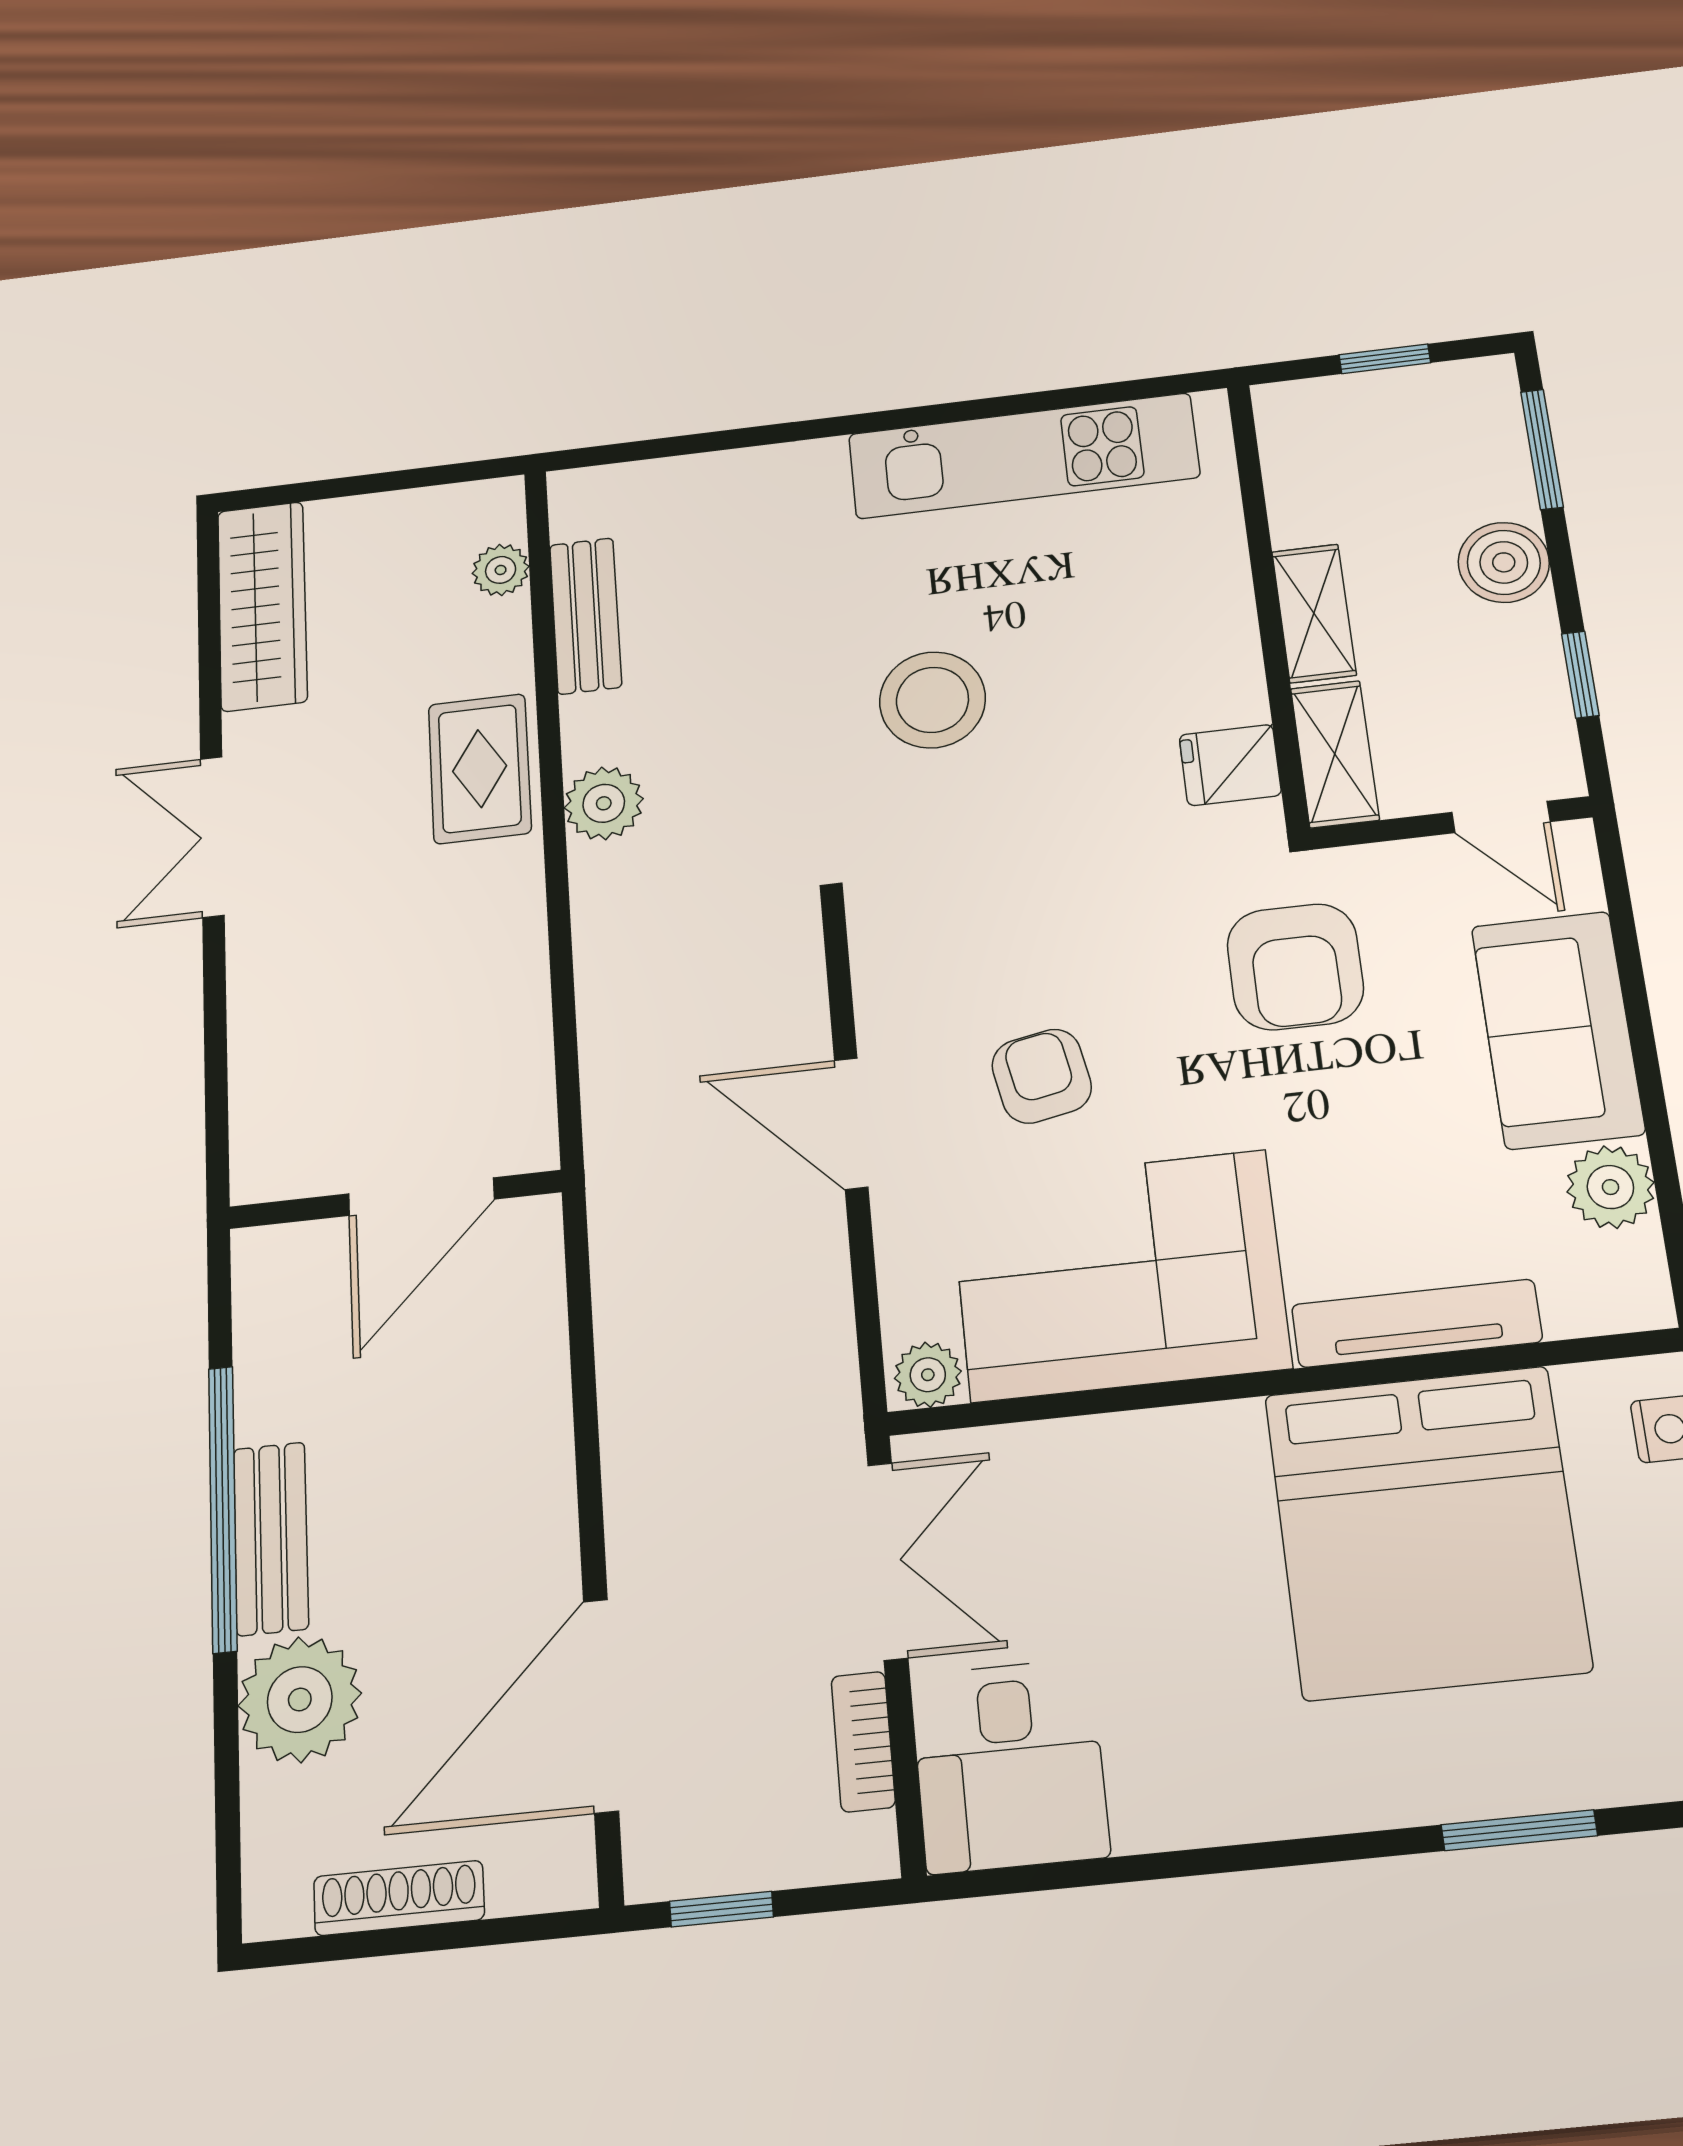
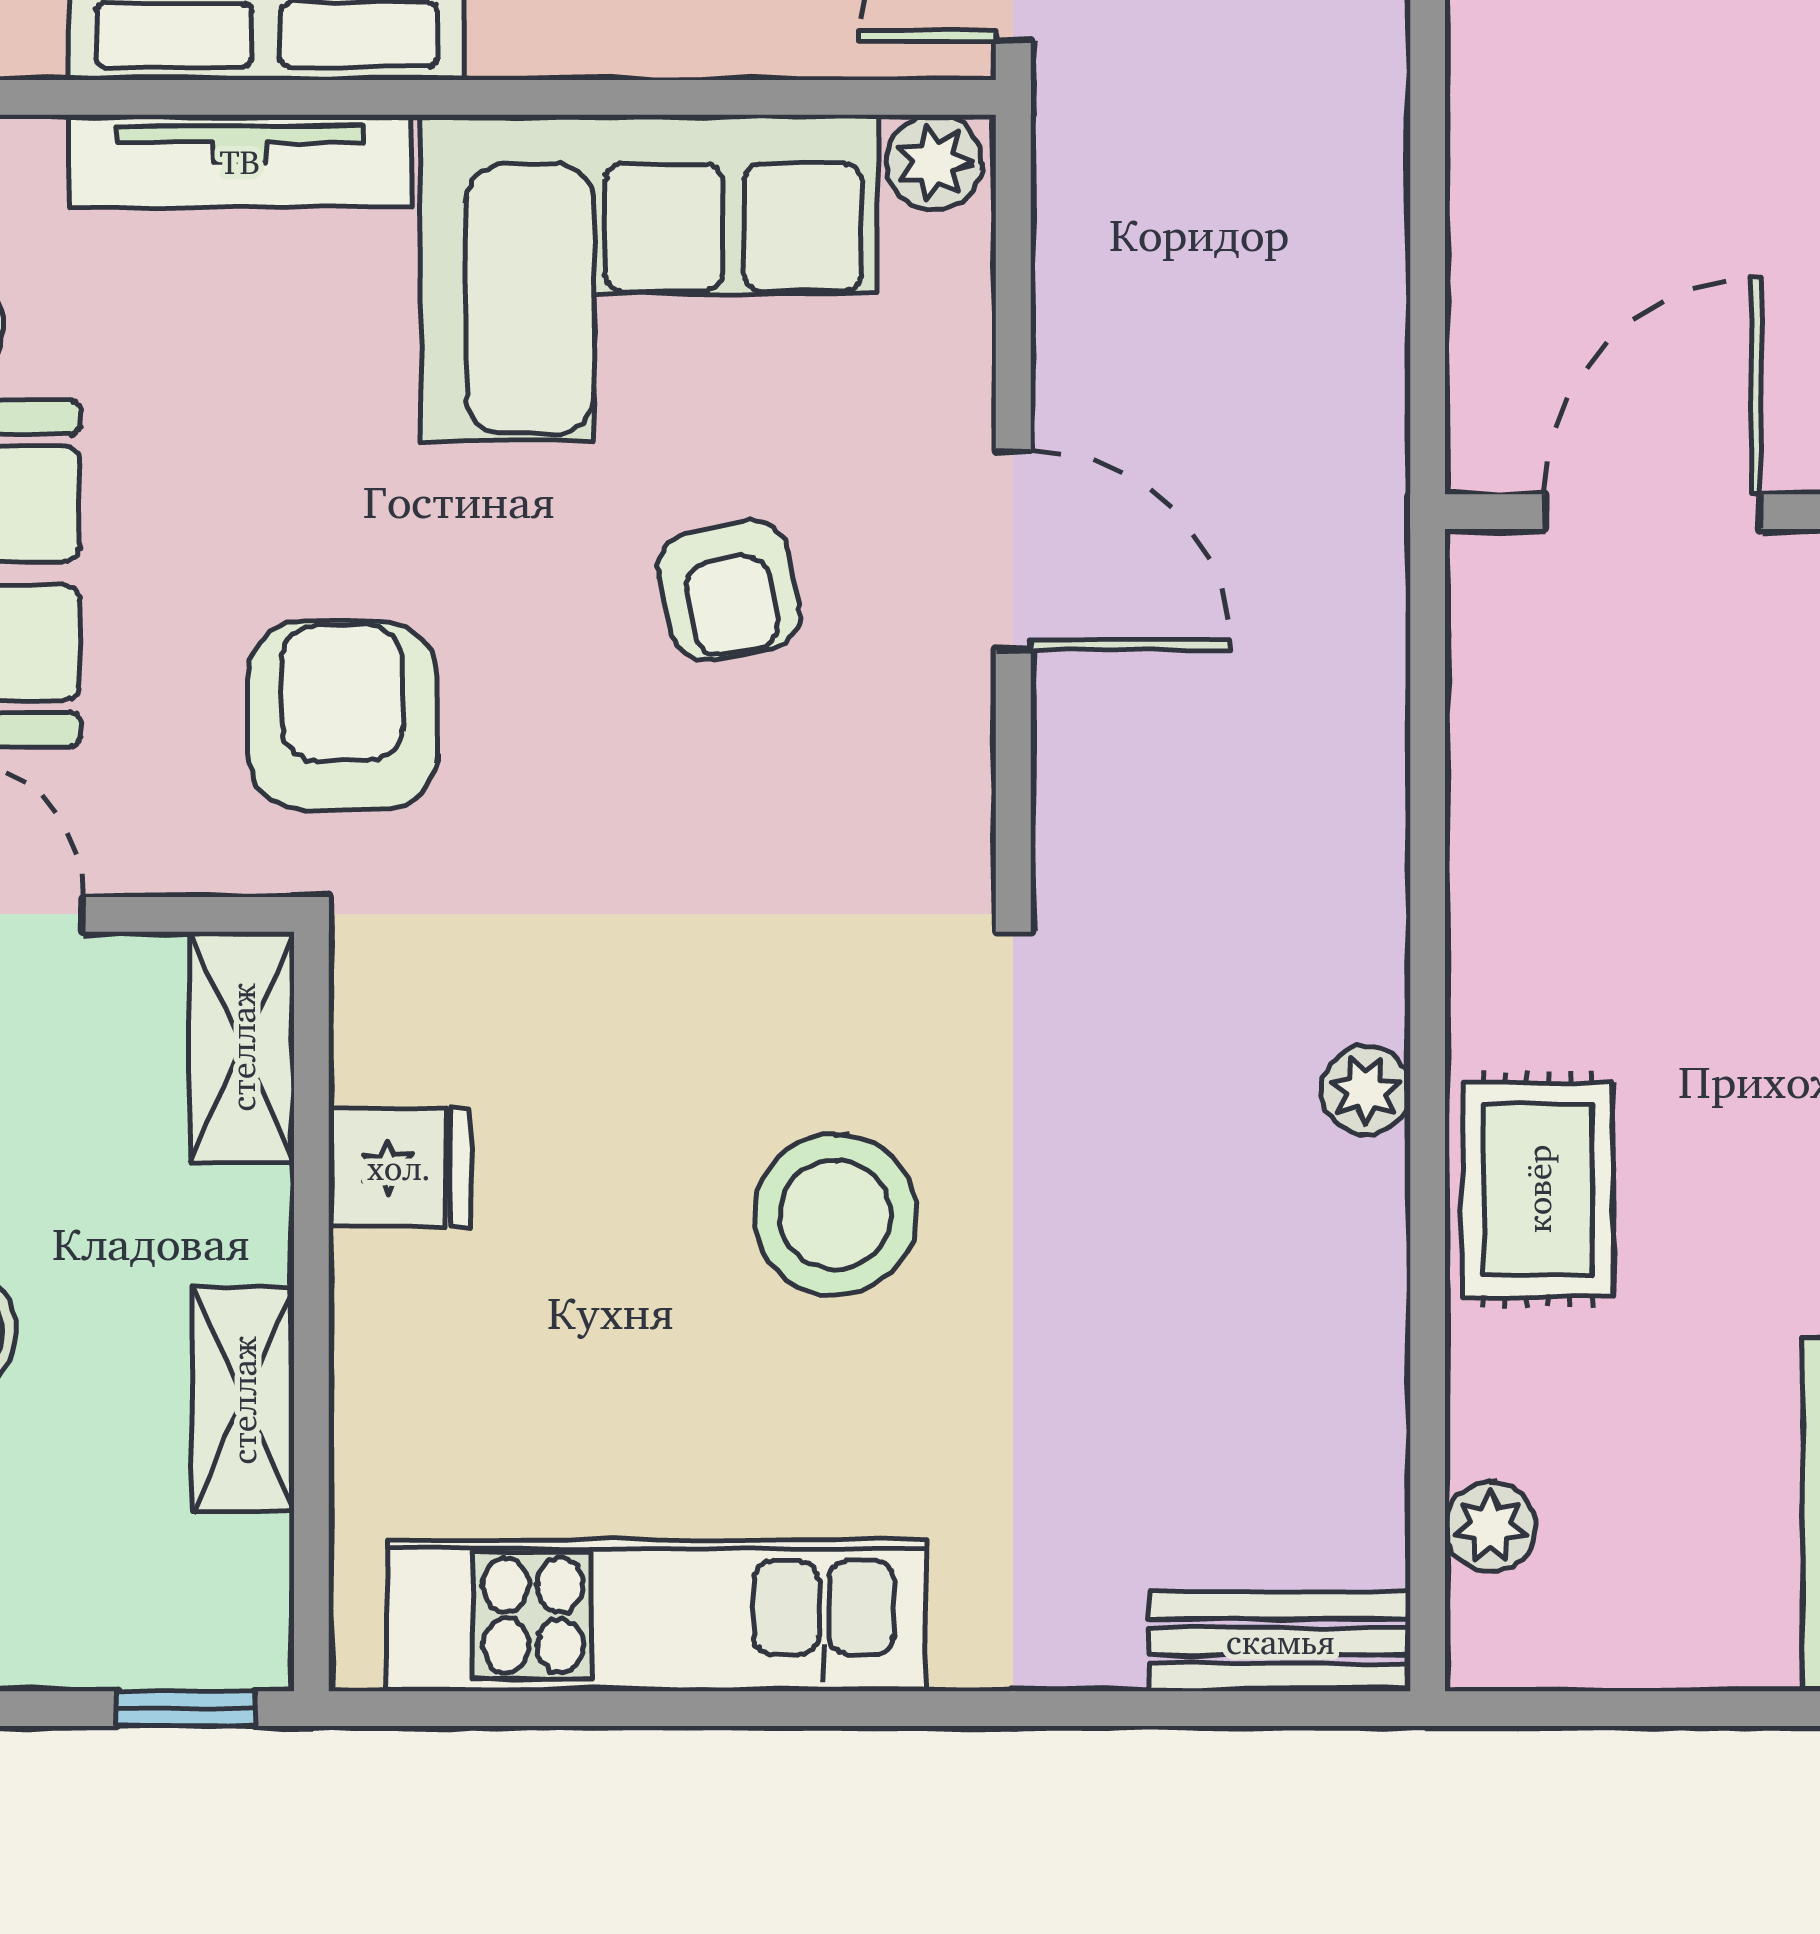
window: (1385, 359) -> (186, 1709), moved
shelving: (1314, 613) -> (243, 1400), moved
bench: (586, 616) -> (1280, 1641), moved, turned 90
fridge: (1230, 765) -> (399, 1167), moved
plant: (604, 803) -> (1366, 1090), width x0.73, depth x0.73

